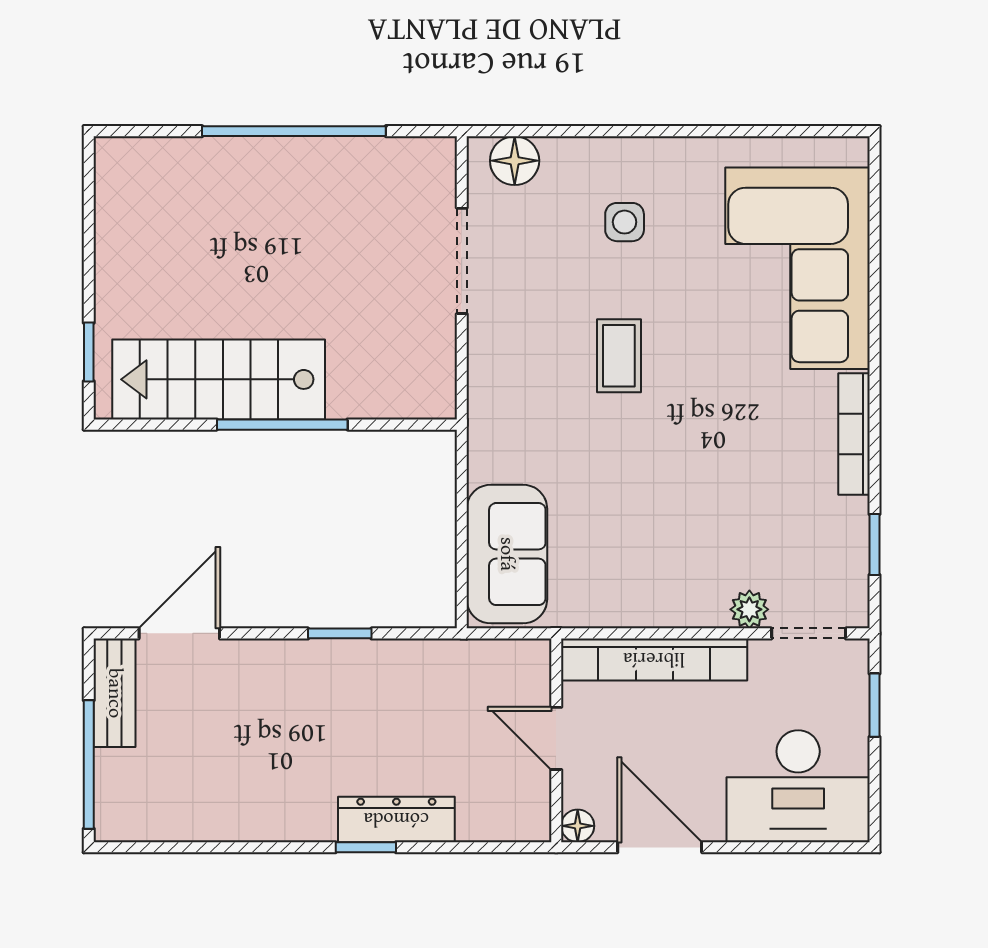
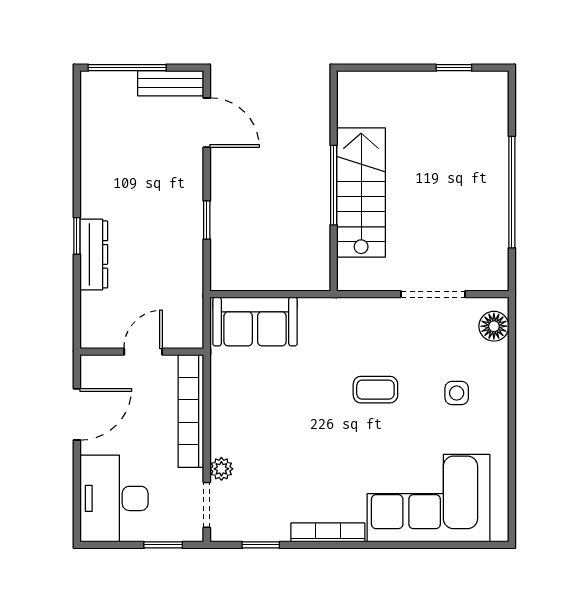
window: (89, 352) -> (454, 68), moved
stairs: (219, 379) -> (361, 192), moved
floor lamp: (578, 826) -> (90, 365), removed

